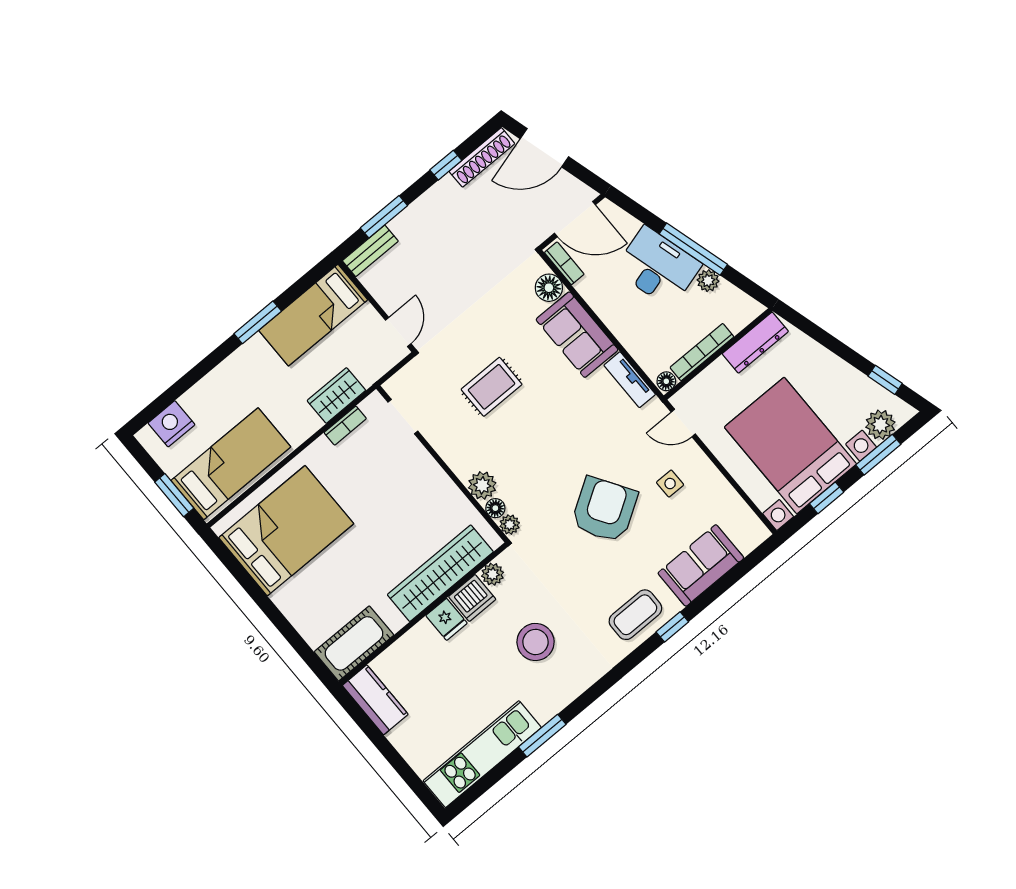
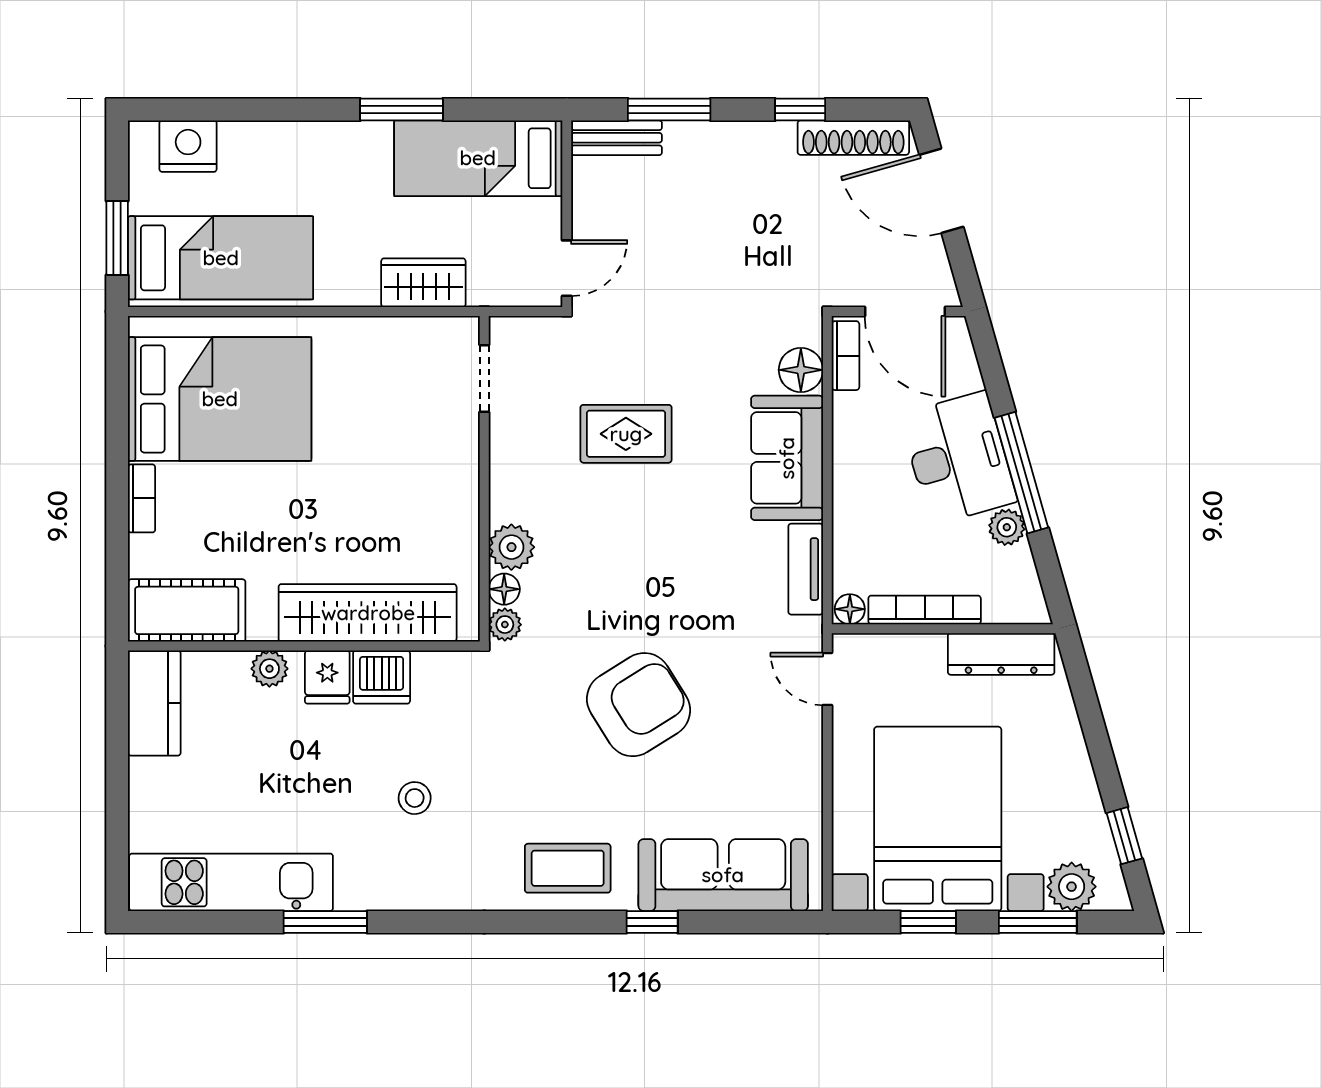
bookcase: (345, 426) -> (142, 498), moved, turned -90
side table: (670, 484) -> (748, 741), removed
sofa: (701, 565) -> (723, 875), width x1.36
plant: (493, 574) -> (269, 669), moved
window: (672, 627) -> (652, 922), moved
stool: (536, 642) -> (415, 798), width x0.53, depth x0.53

